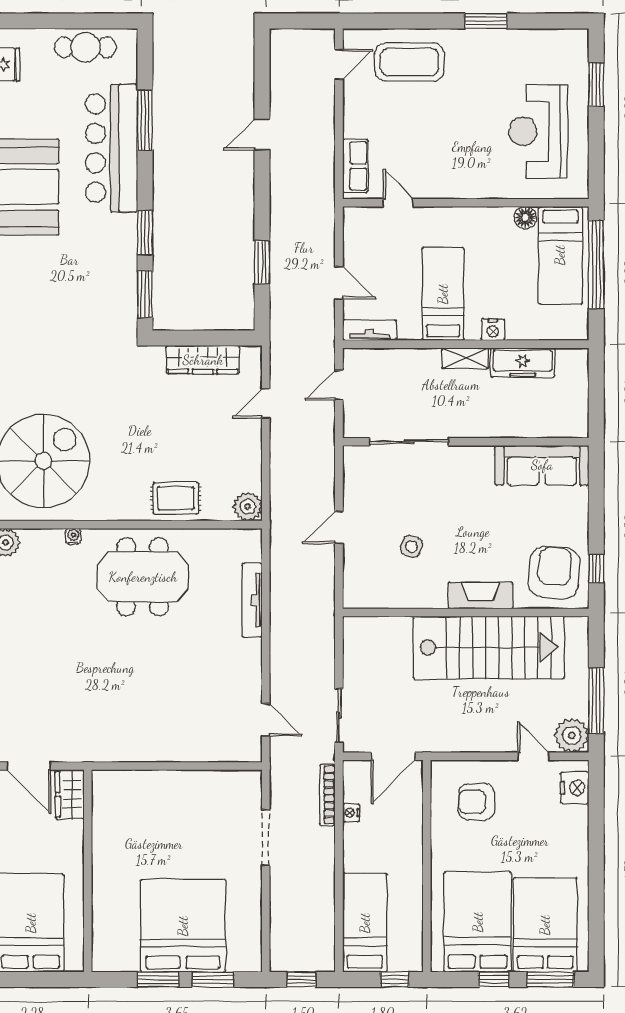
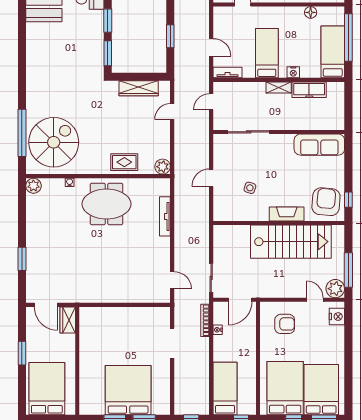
bed: (560, 255) -> (333, 52), moved, turned 180
armchair: (477, 802) -> (285, 324), turned 180

